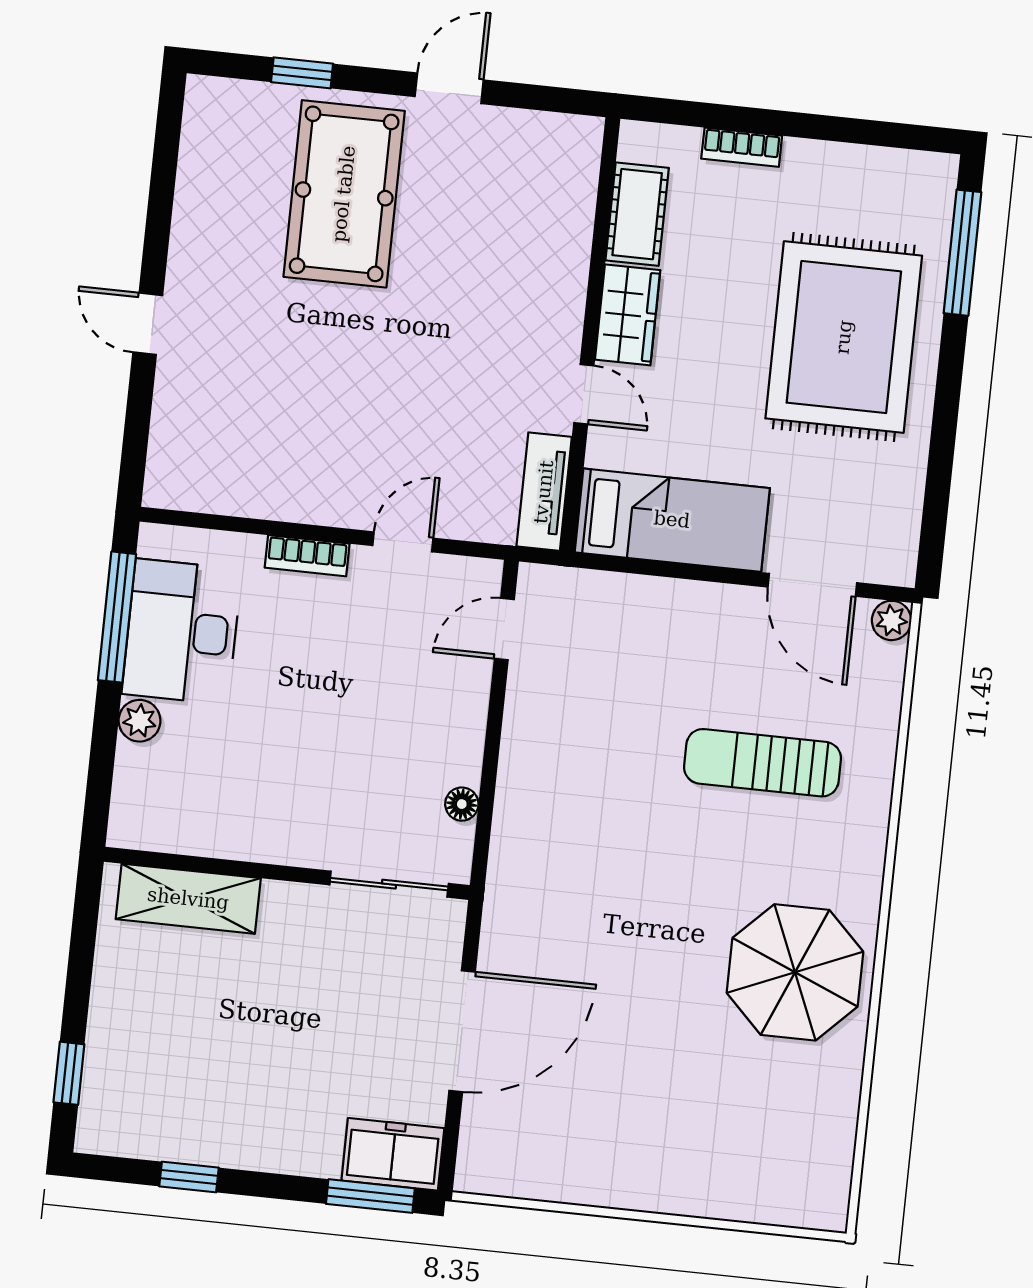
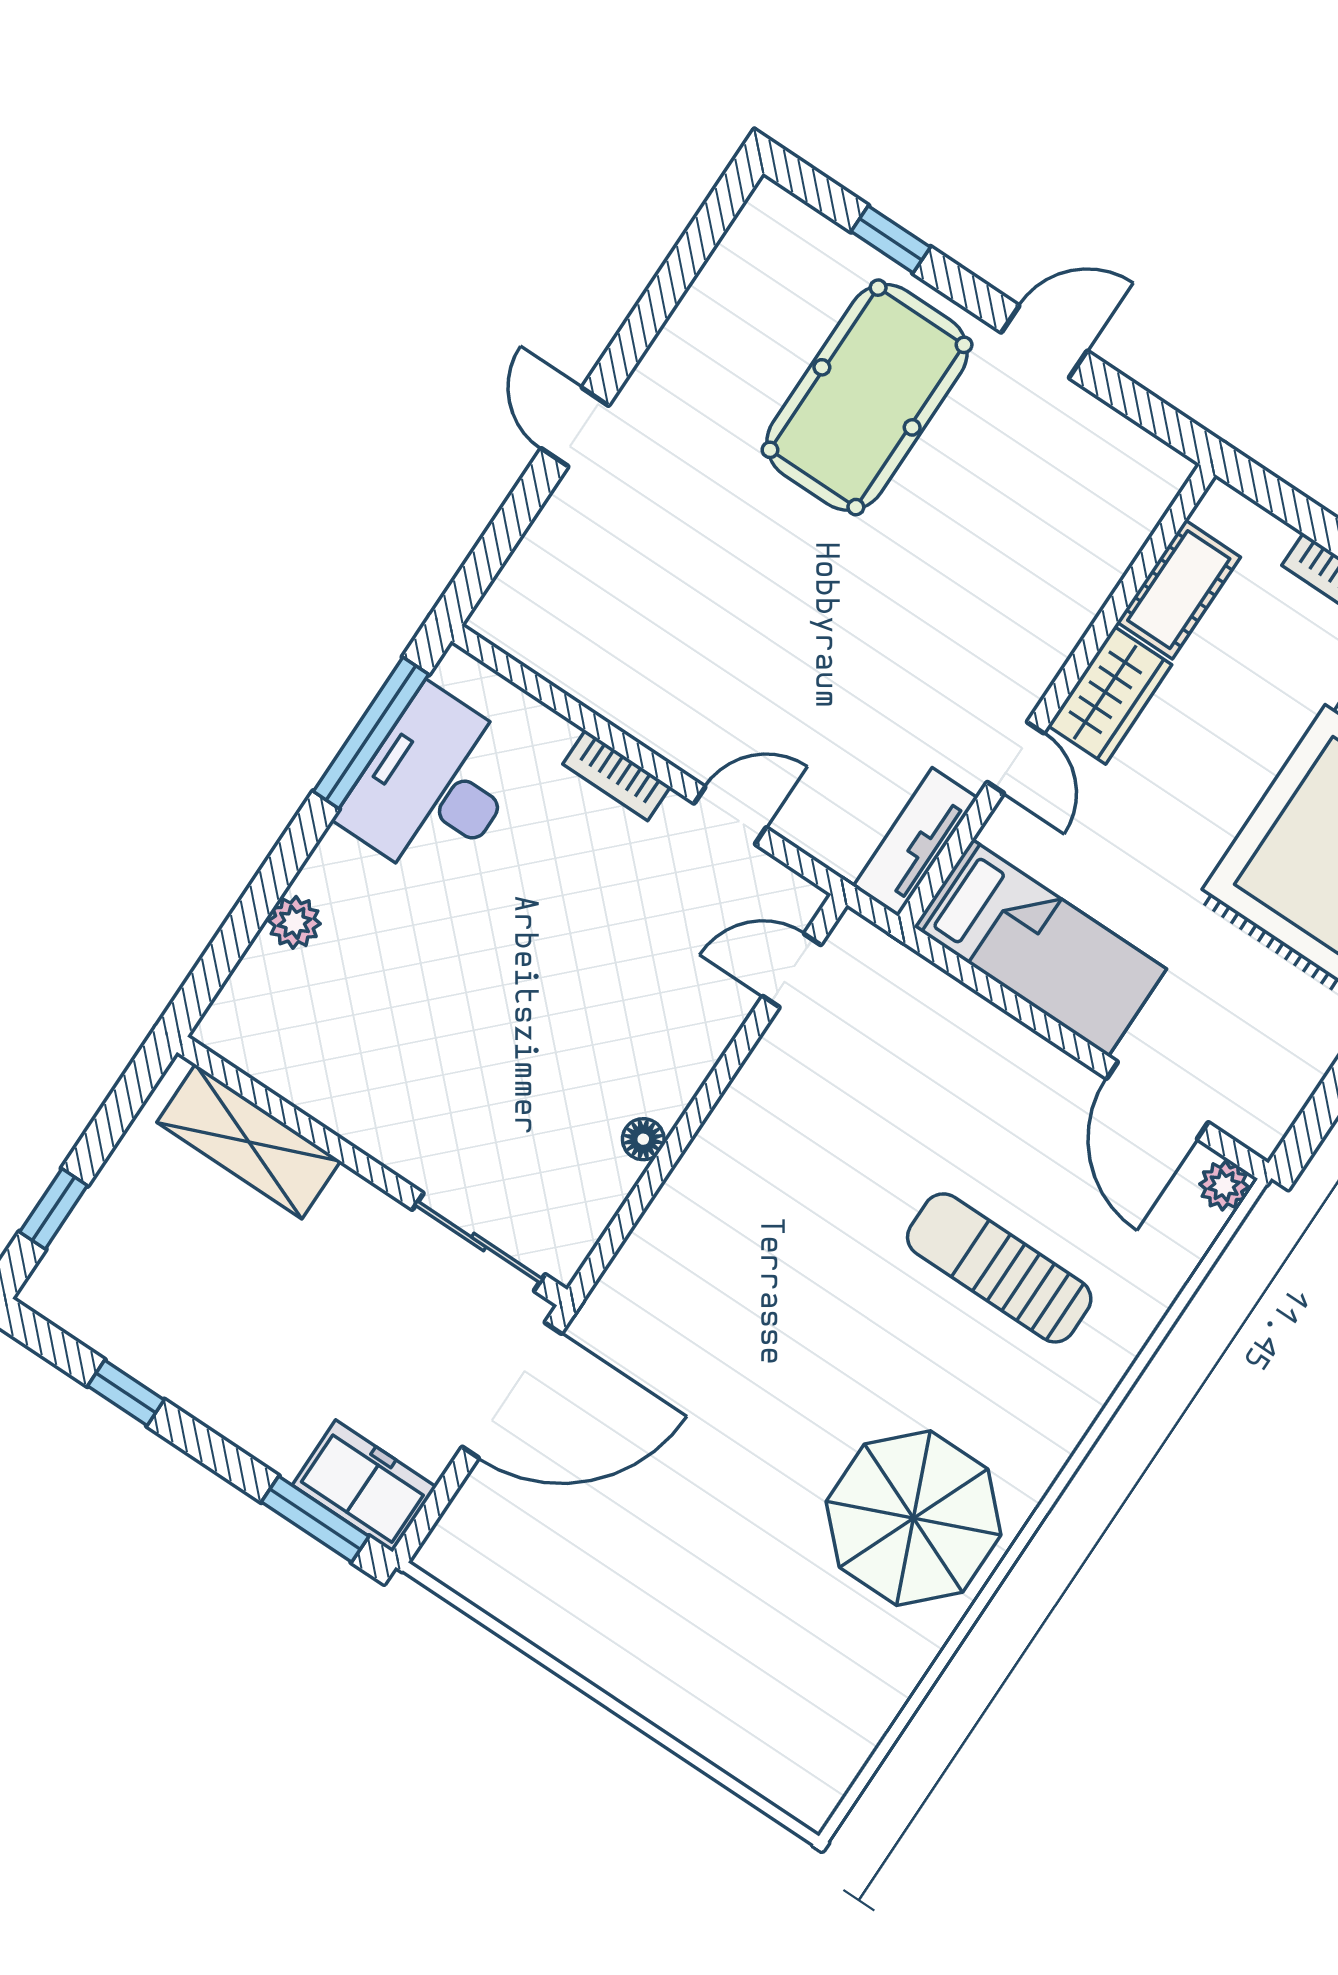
plant: (140, 721) -> (294, 922), moved
wall: (287, 873) -> (372, 1171), moved
sliding door: (389, 884) -> (479, 1242), moved
shelving: (188, 899) -> (249, 1142), moved

